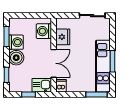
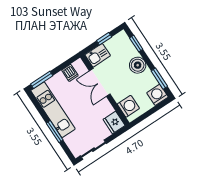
fridge: (63, 37) -> (114, 122), moved
washing machine: (16, 42) -> (157, 95), moved, turned 90
window: (113, 61) -> (55, 132), moved
dishwasher: (61, 86) -> (70, 73), moved

